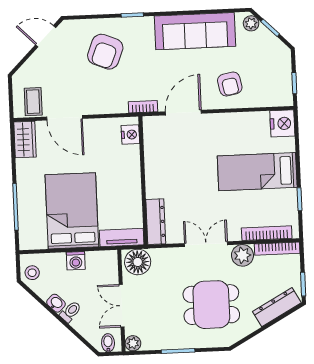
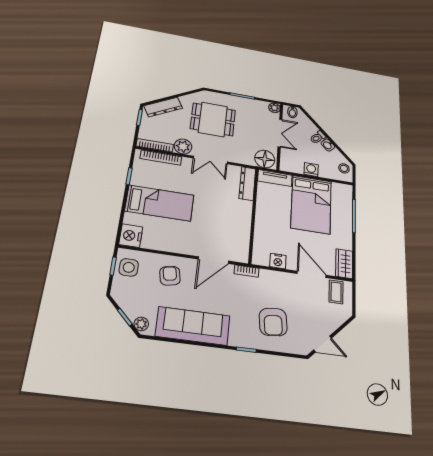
armchair: (105, 52) -> (273, 322), turned 152
side table: (277, 85) -> (129, 267), added
nightstand: (130, 135) -> (278, 261), moved, turned -90

